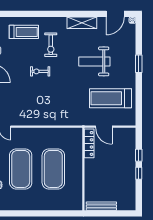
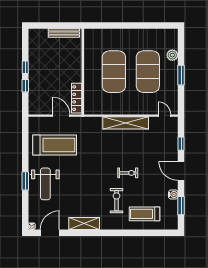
weight bench: (94, 61) -> (45, 184), moved, turned 90
shelving: (42, 120) -> (126, 123), added

